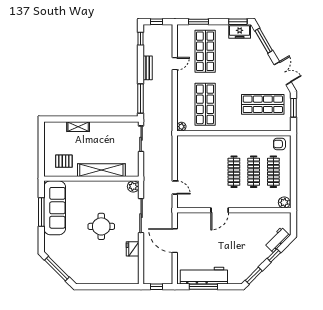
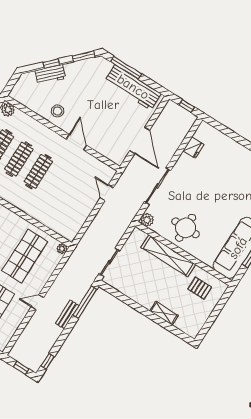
door: (175, 64) -> (37, 302), moved
bench: (148, 68) -> (67, 314), moved
door: (220, 210) -> (77, 142), hinge flipped
stool: (248, 224) -> (58, 111), added
round table: (101, 226) -> (186, 228), moved
workbench: (277, 240) -> (50, 74), moved
fridge: (133, 249) -> (193, 148), moved
window: (203, 287) -> (126, 68), moved

